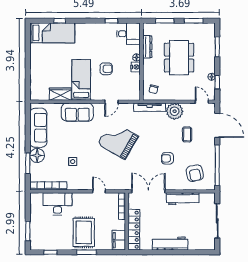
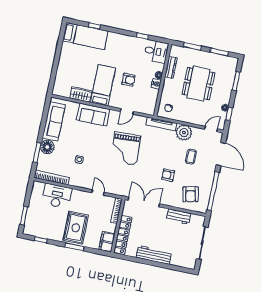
door: (202, 102) -> (211, 129), hinge flipped
grand piano: (118, 140) -> (126, 148), turned -123
workbench: (183, 199) -> (178, 216), width x0.73

